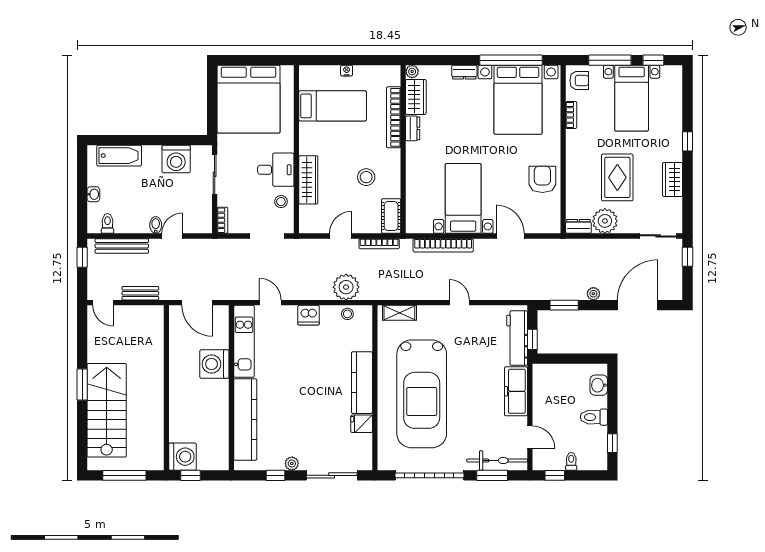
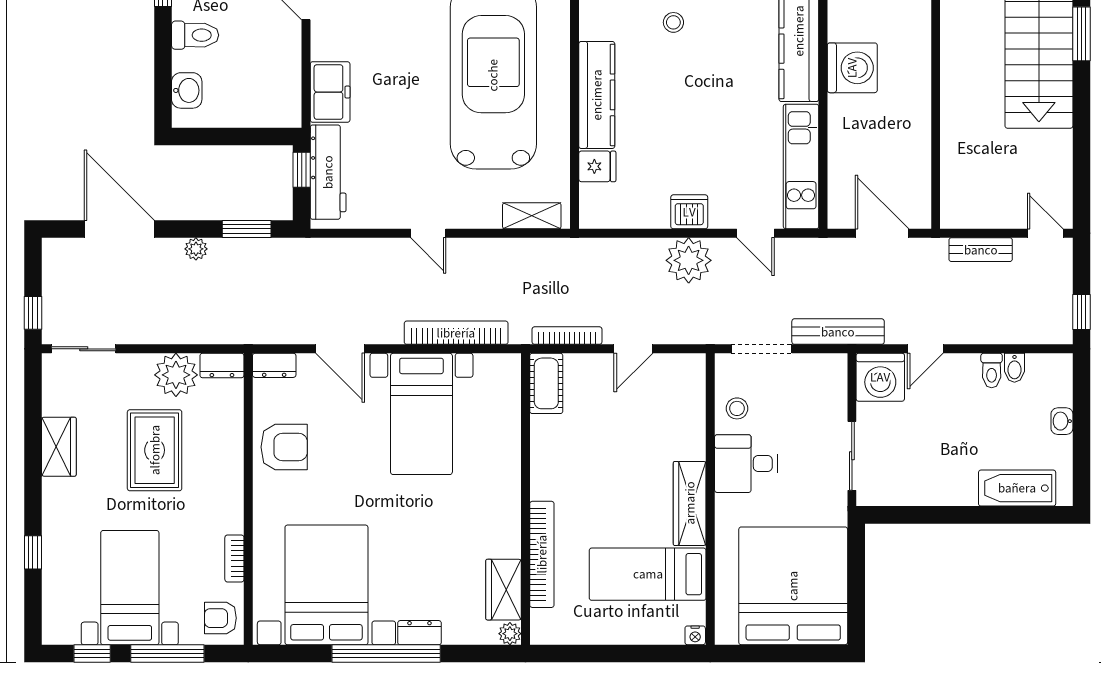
window: (511, 60) -> (386, 654), moved
nightstand: (347, 71) -> (695, 635), moved
dresser: (413, 128) -> (274, 365), moved, turned -90
window: (687, 141) -> (33, 552), moved
washing machine: (176, 159) -> (880, 377), moved, turned 180
stool: (366, 177) -> (589, 451), removed
armchair: (542, 179) -> (284, 447), turned -90
wardrobe: (308, 180) -> (690, 503), moved
bookcase: (222, 220) -> (838, 376), removed
toilet: (107, 223) -> (992, 370), moved
bidet: (156, 225) -> (1014, 368), moved
bench: (122, 246) -> (838, 332), moved
plant: (346, 287) -> (689, 260), moved
door: (638, 305) -> (119, 229), swing flipped
stool: (347, 314) -> (673, 22), moved
washing machine: (214, 364) -> (852, 68), moved
window: (82, 384) -> (1081, 34), moved
freezer: (516, 391) -> (330, 92), width x0.71
fridge: (362, 424) -> (597, 166), moved

